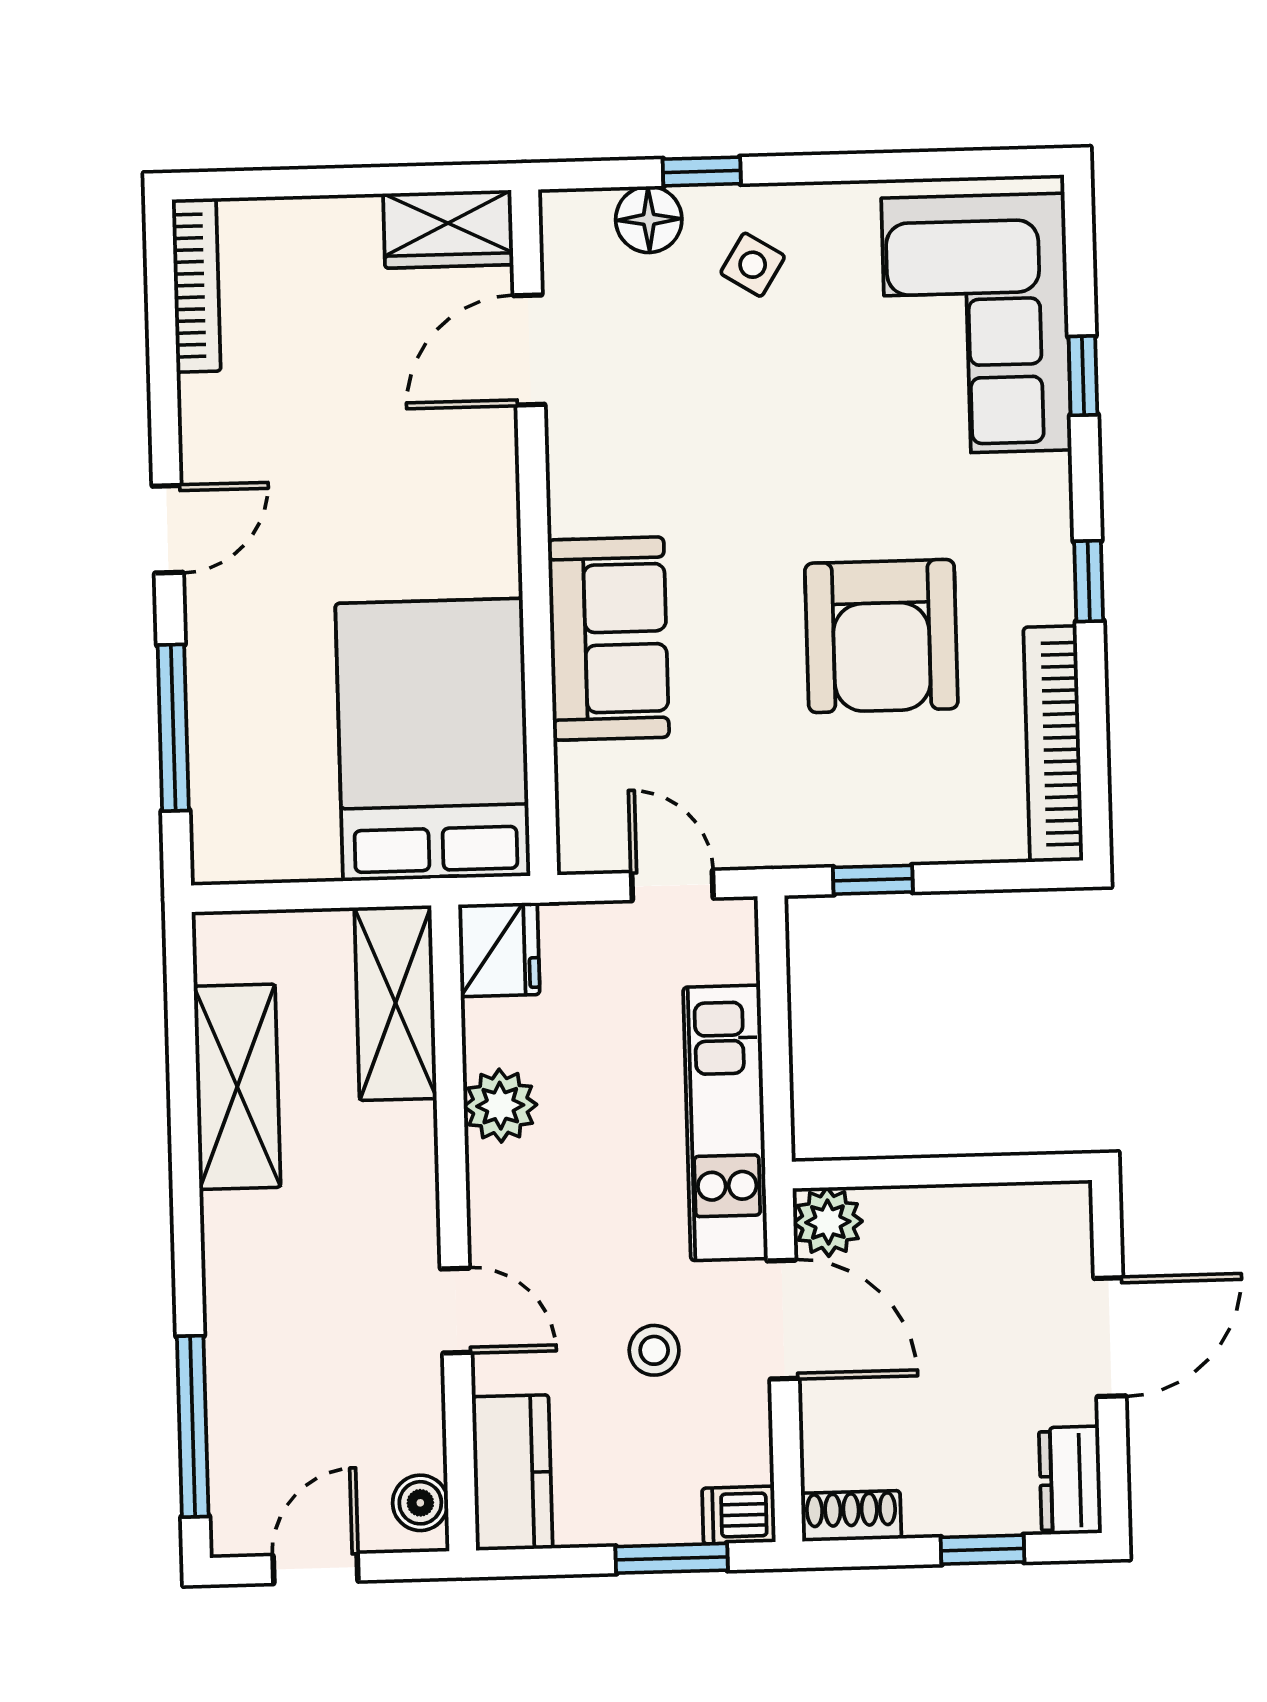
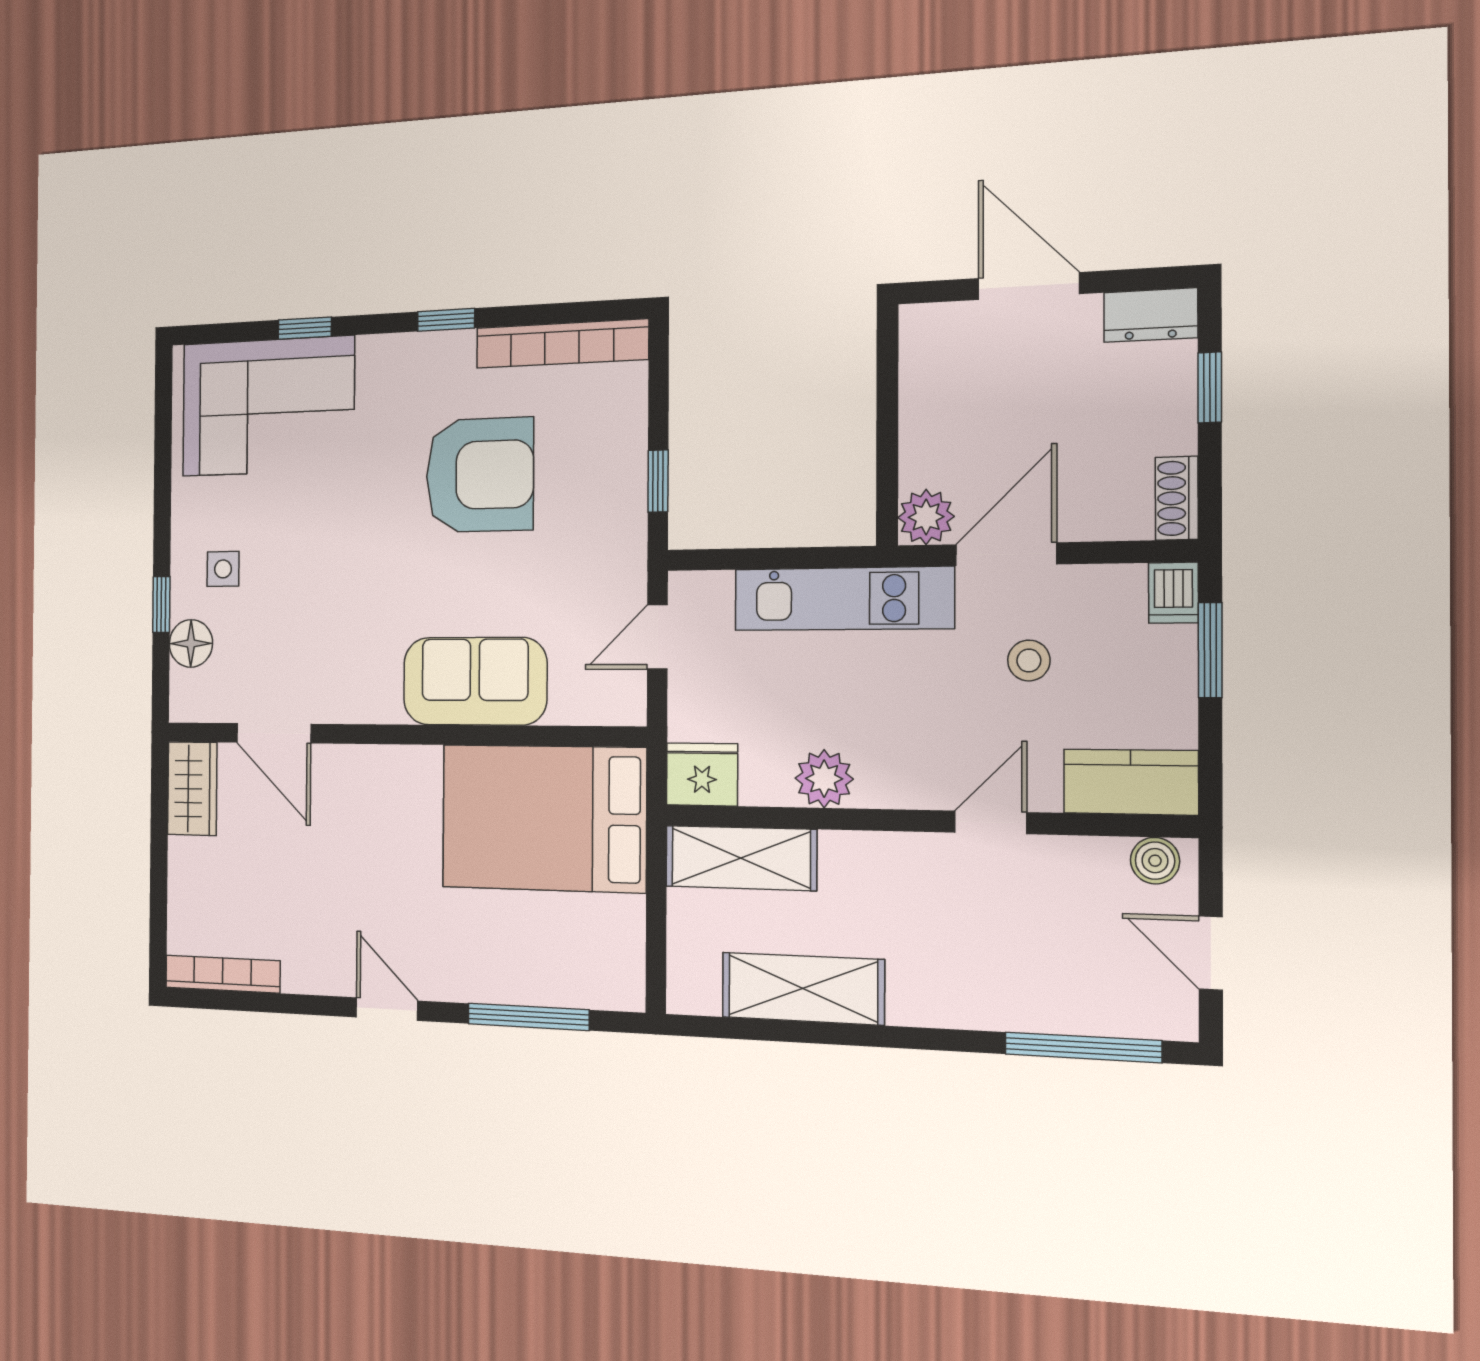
side table: (753, 265) -> (223, 569), turned -32

